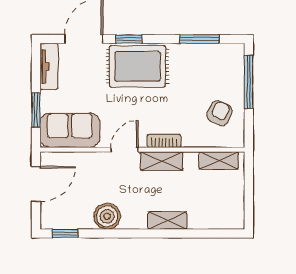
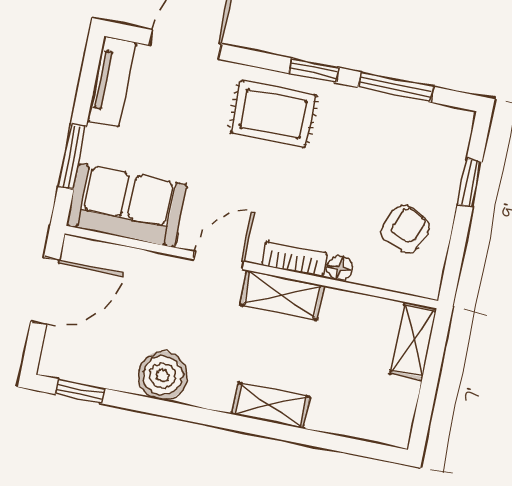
window: (129, 39) -> (314, 70), moved
rug: (137, 66) -> (273, 114), width x0.73, depth x0.70
window: (249, 82) -> (470, 183), width x0.46
floor lamp: (189, 141) -> (340, 268), added
shelving: (219, 160) -> (413, 341), moved, turned 90

